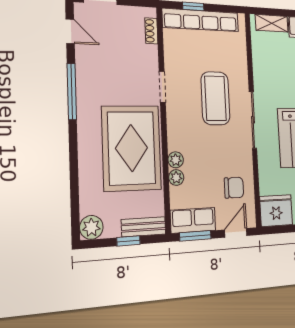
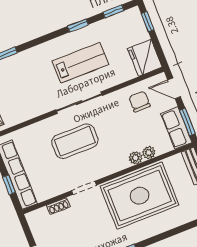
shoe rack: (151, 31) -> (58, 206), moved

